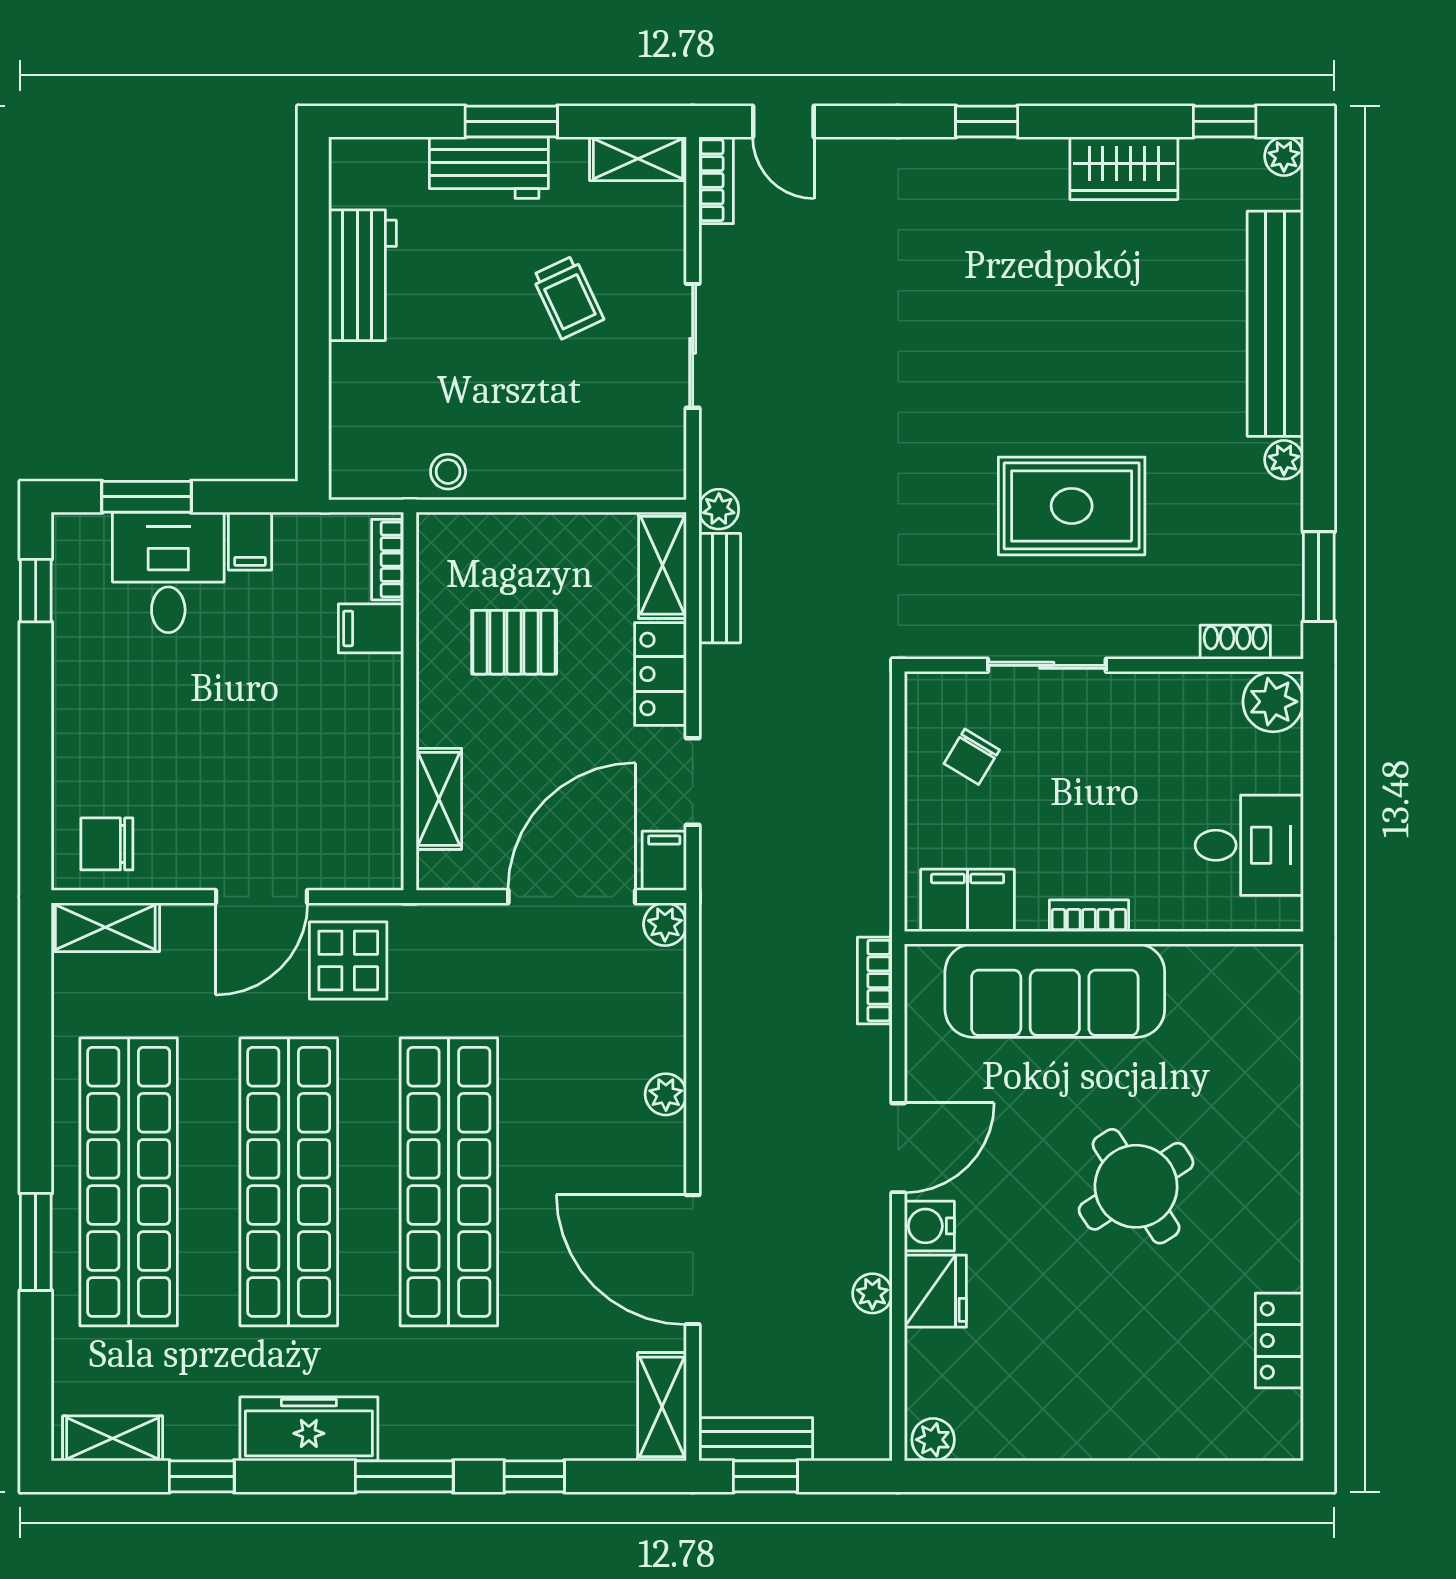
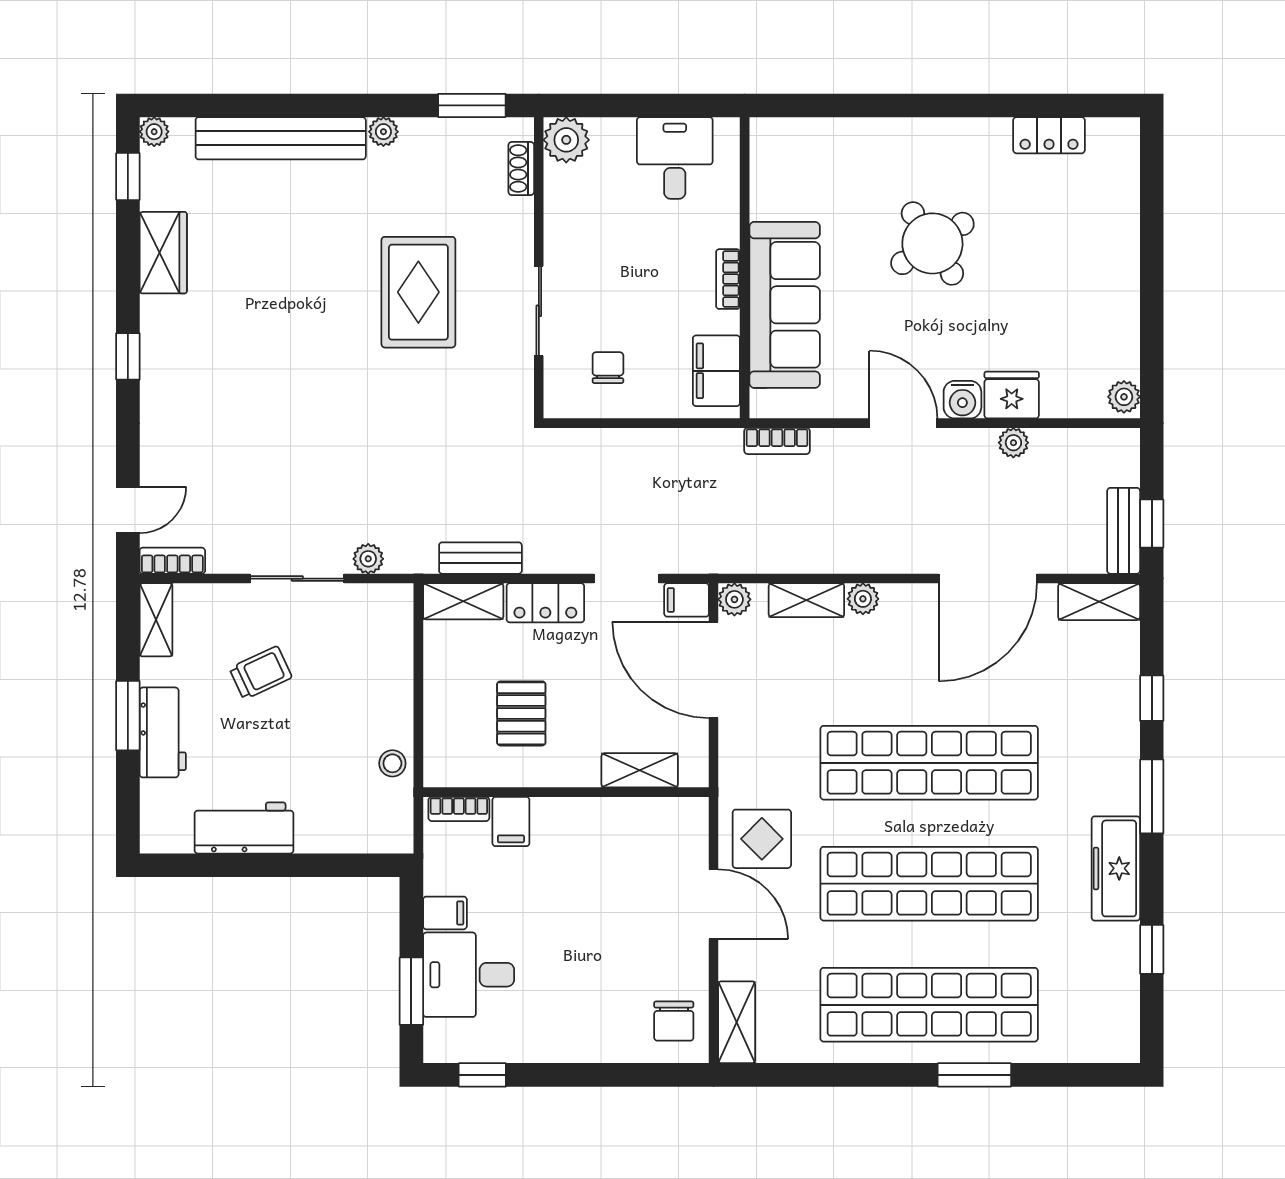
plant: (719, 509) -> (368, 559), moved
chair: (972, 757) -> (608, 368), turned -121
shelving: (113, 1438) -> (806, 600), moved, turned 90

